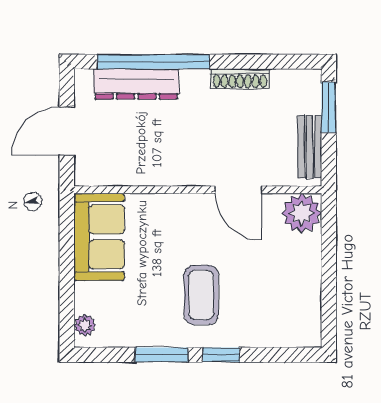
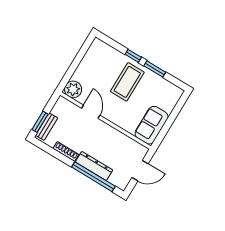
dresser: (136, 84) -> (94, 166), moved
bench: (310, 147) -> (47, 127), moved
coffee table: (201, 295) -> (127, 82), width x1.36, depth x1.32
plant: (85, 325) -> (176, 96), removed

